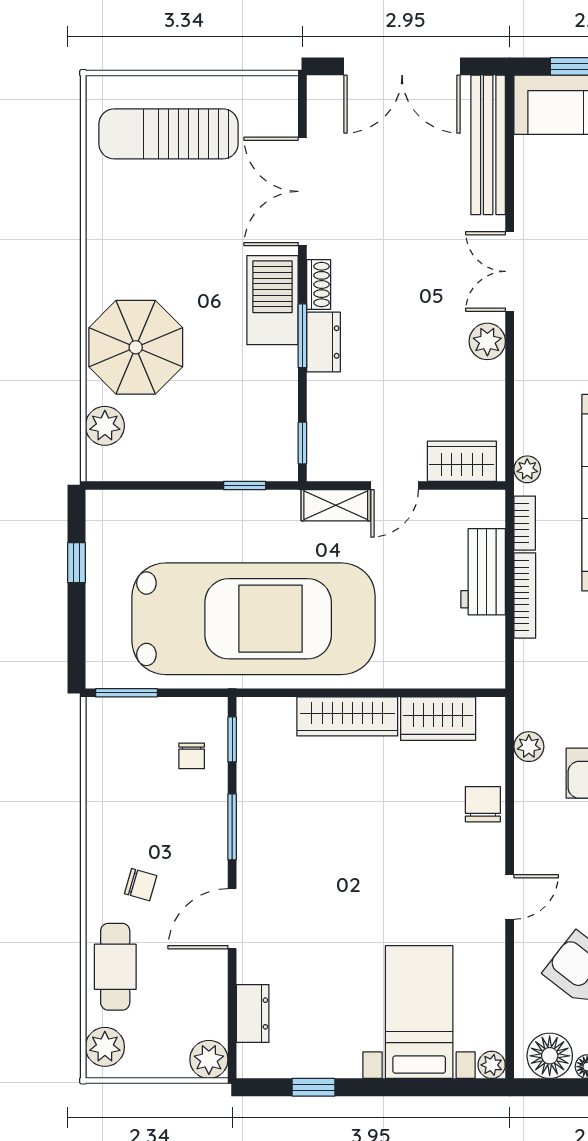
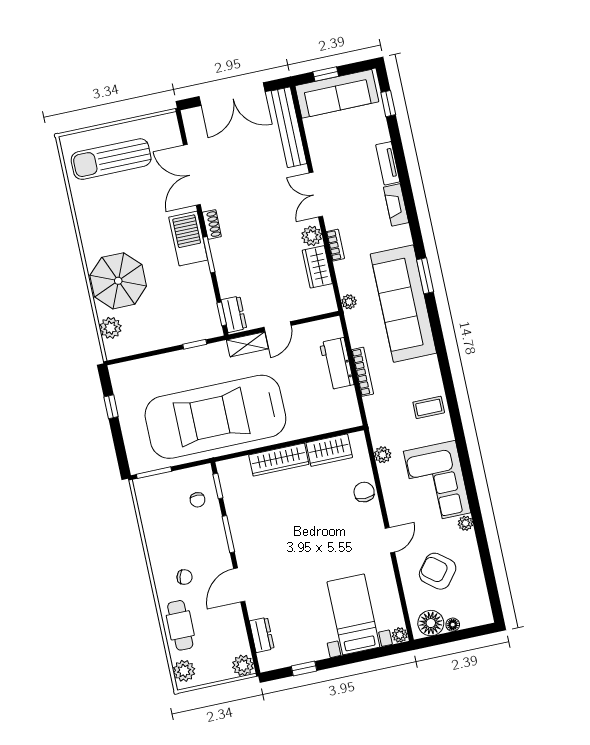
dresser: (323, 342) -> (234, 314), moved
wardrobe: (462, 461) -> (317, 267), moved, turned -90
bookcase: (525, 523) -> (335, 245), moved
car: (254, 619) -> (215, 417), turned 180

